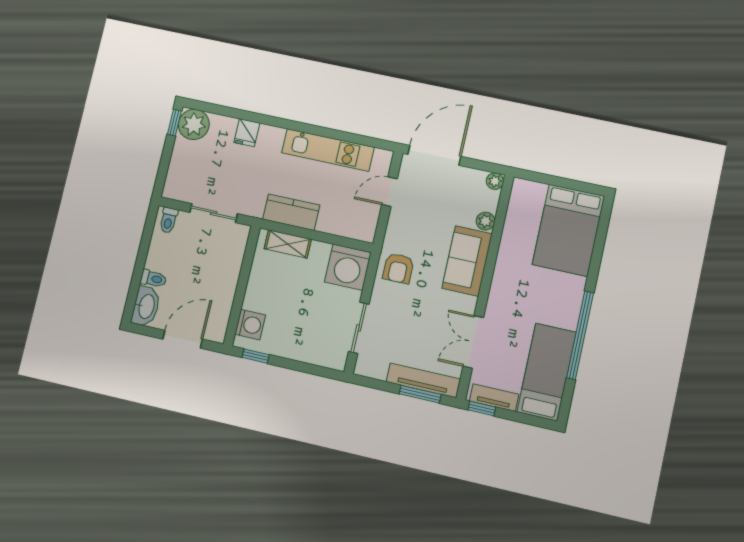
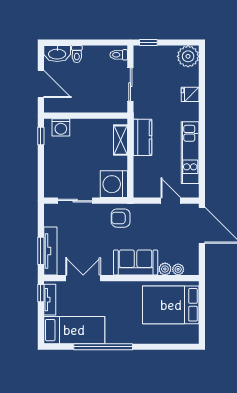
window: (174, 123) -> (148, 43), moved
plant: (495, 181) -> (178, 269), moved
bed: (568, 230) -> (171, 305), moved

